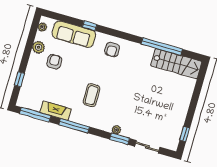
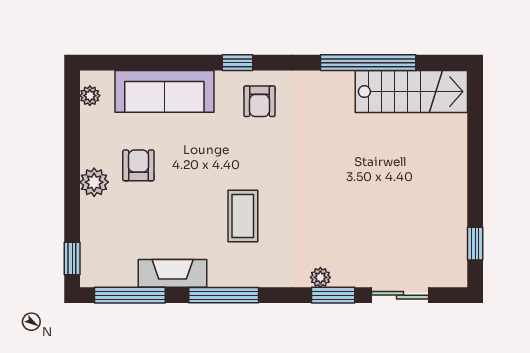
window: (90, 26) -> (238, 63), moved
plant: (38, 47) -> (94, 182), moved
window: (19, 79) -> (72, 259), moved

